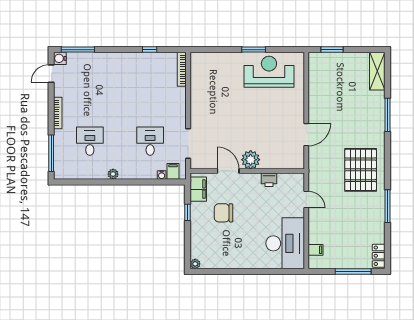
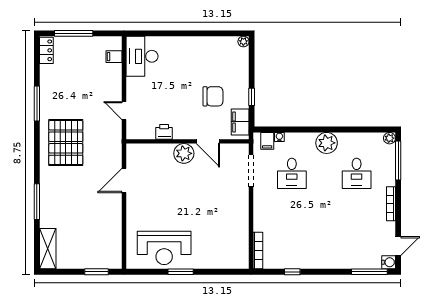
plant: (59, 174) -> (389, 138), added
plant: (113, 174) -> (327, 143), width x1.87, depth x1.87
desk: (285, 243) -> (142, 56), width x0.73, depth x0.77

